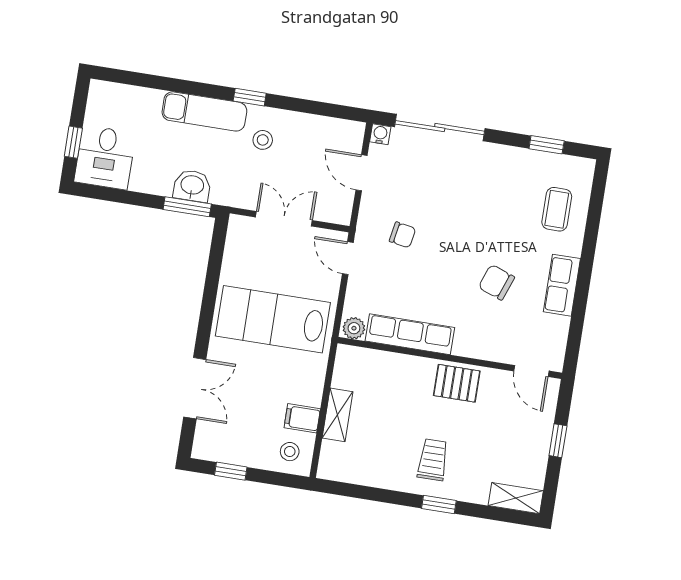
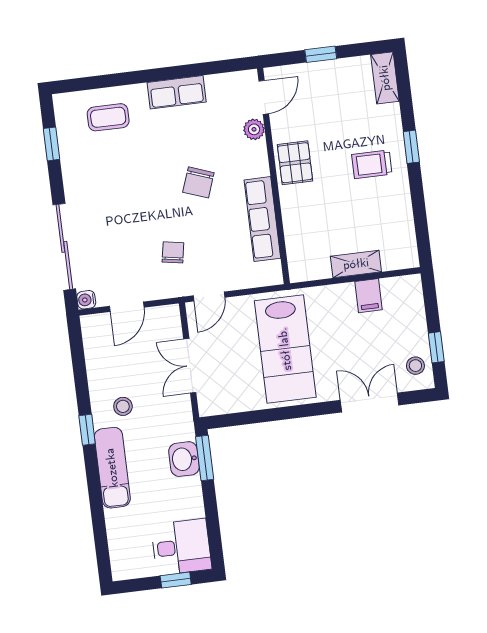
chair: (496, 282) -> (198, 182), moved
plant: (354, 328) -> (254, 129), moved
stool: (290, 452) -> (415, 366), moved

